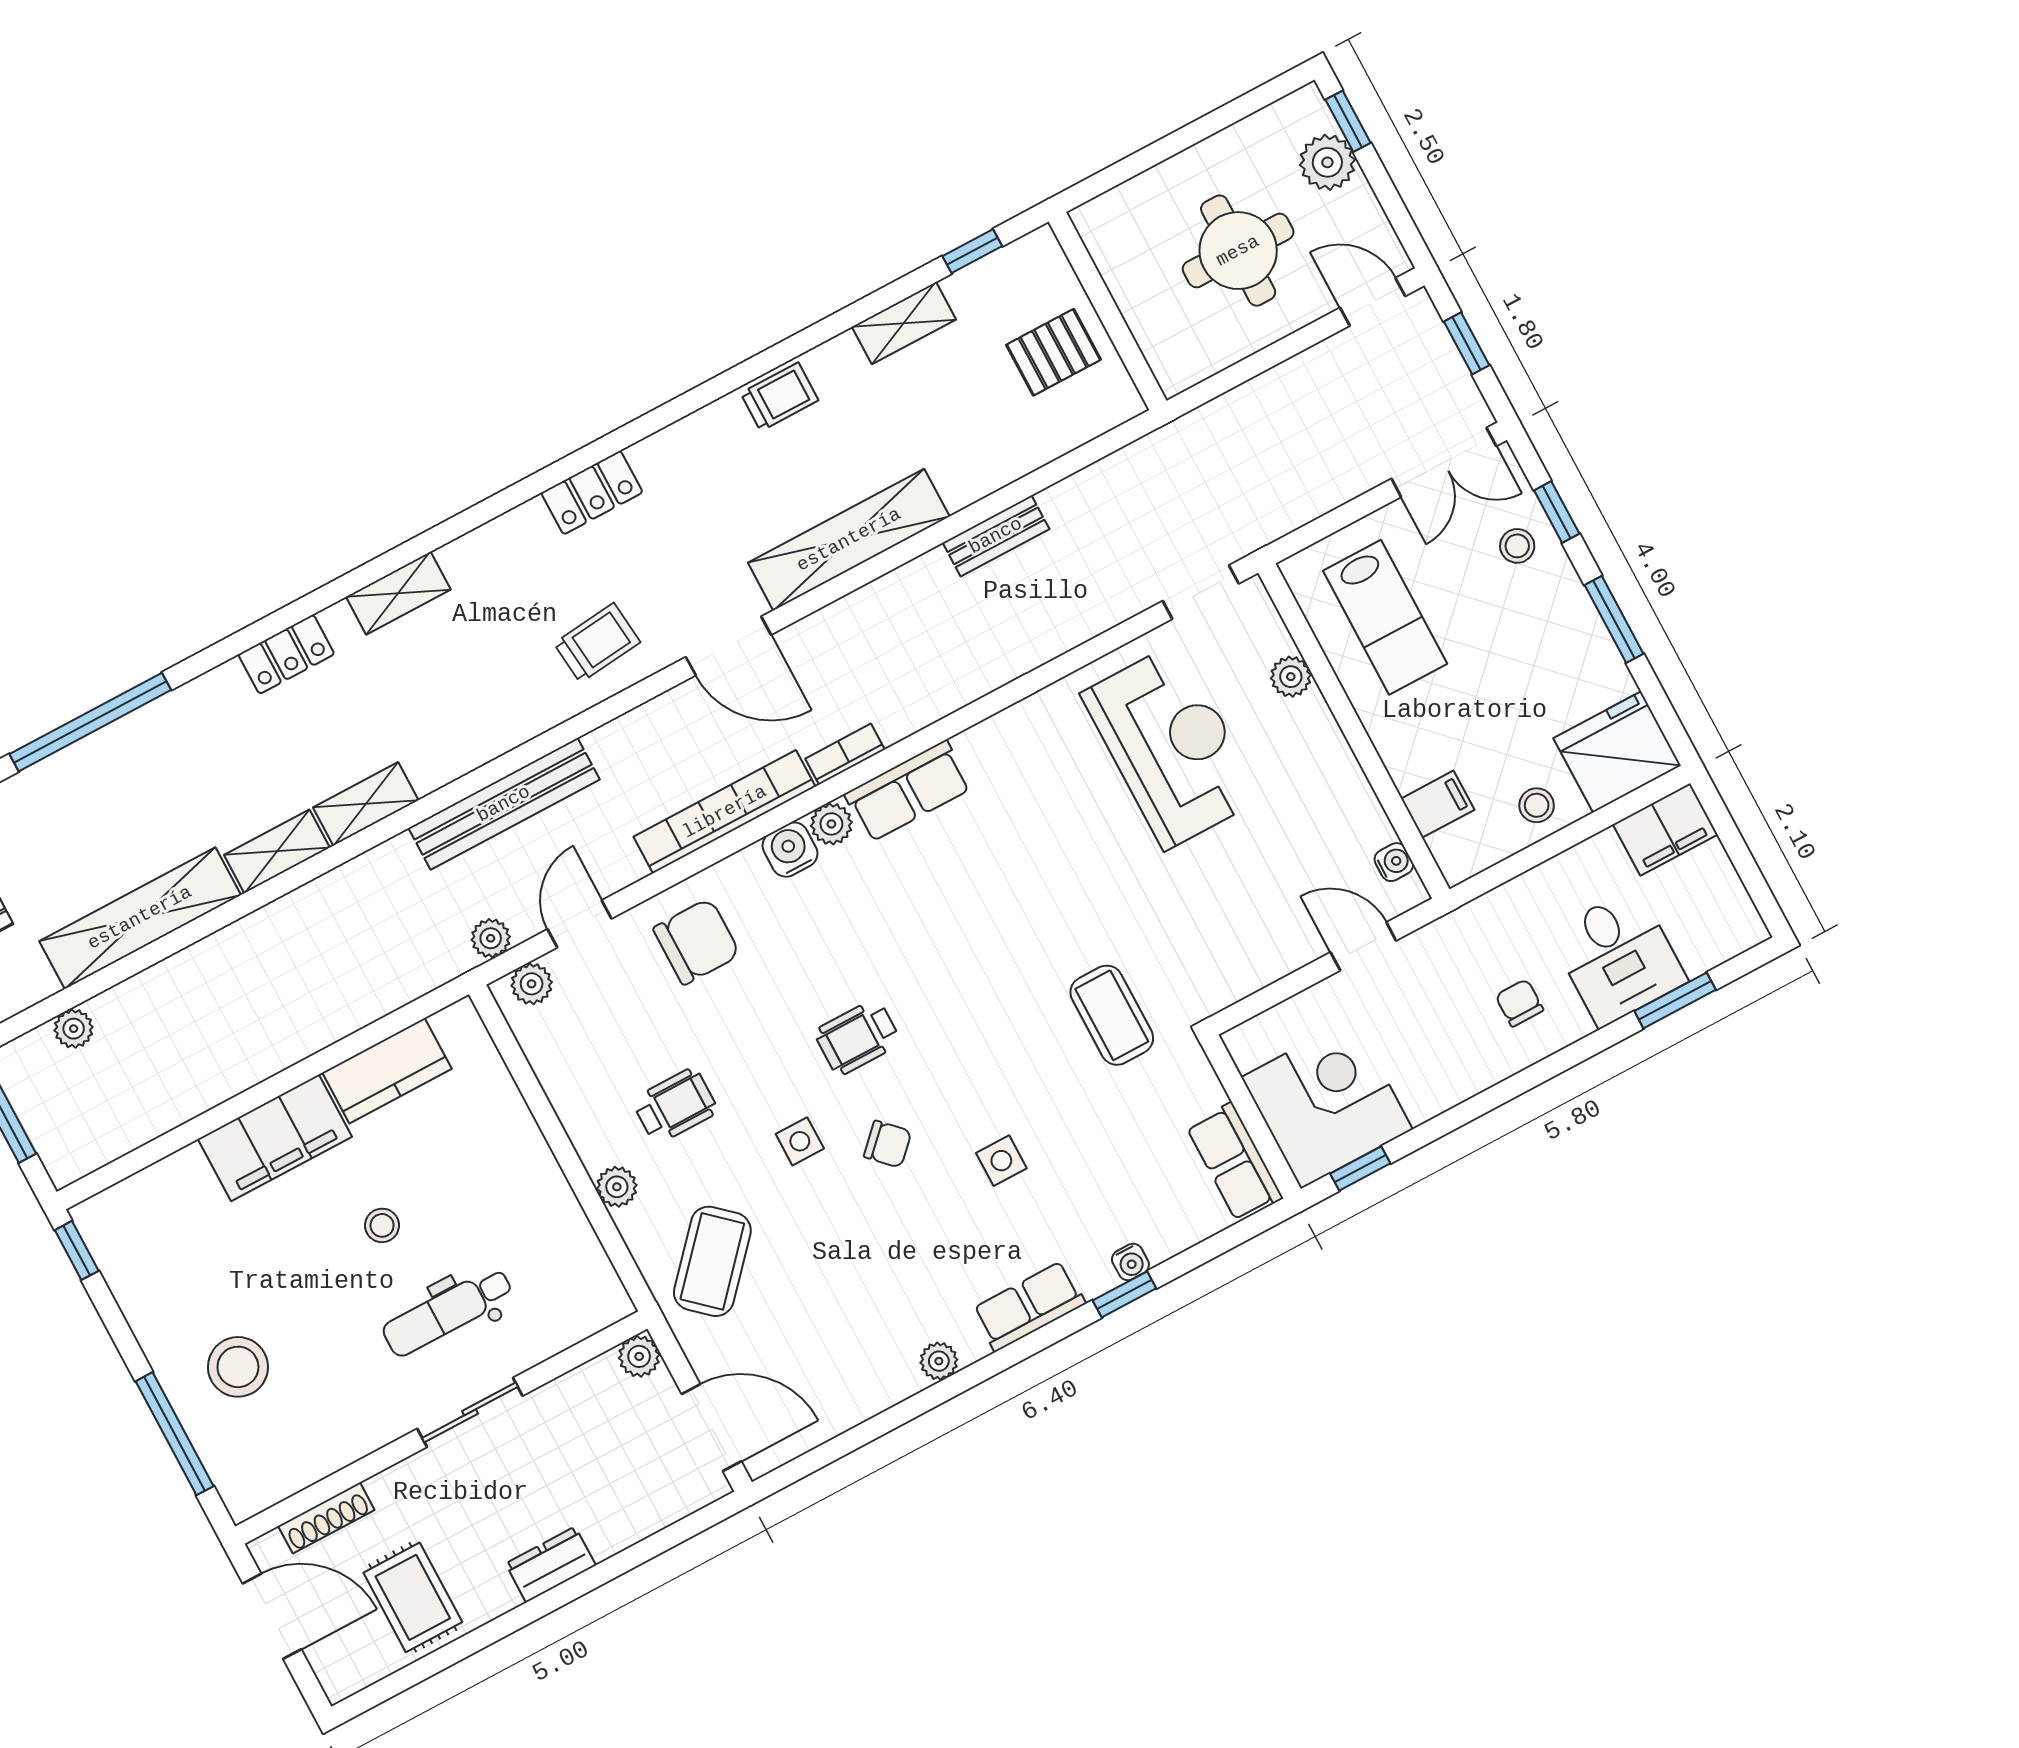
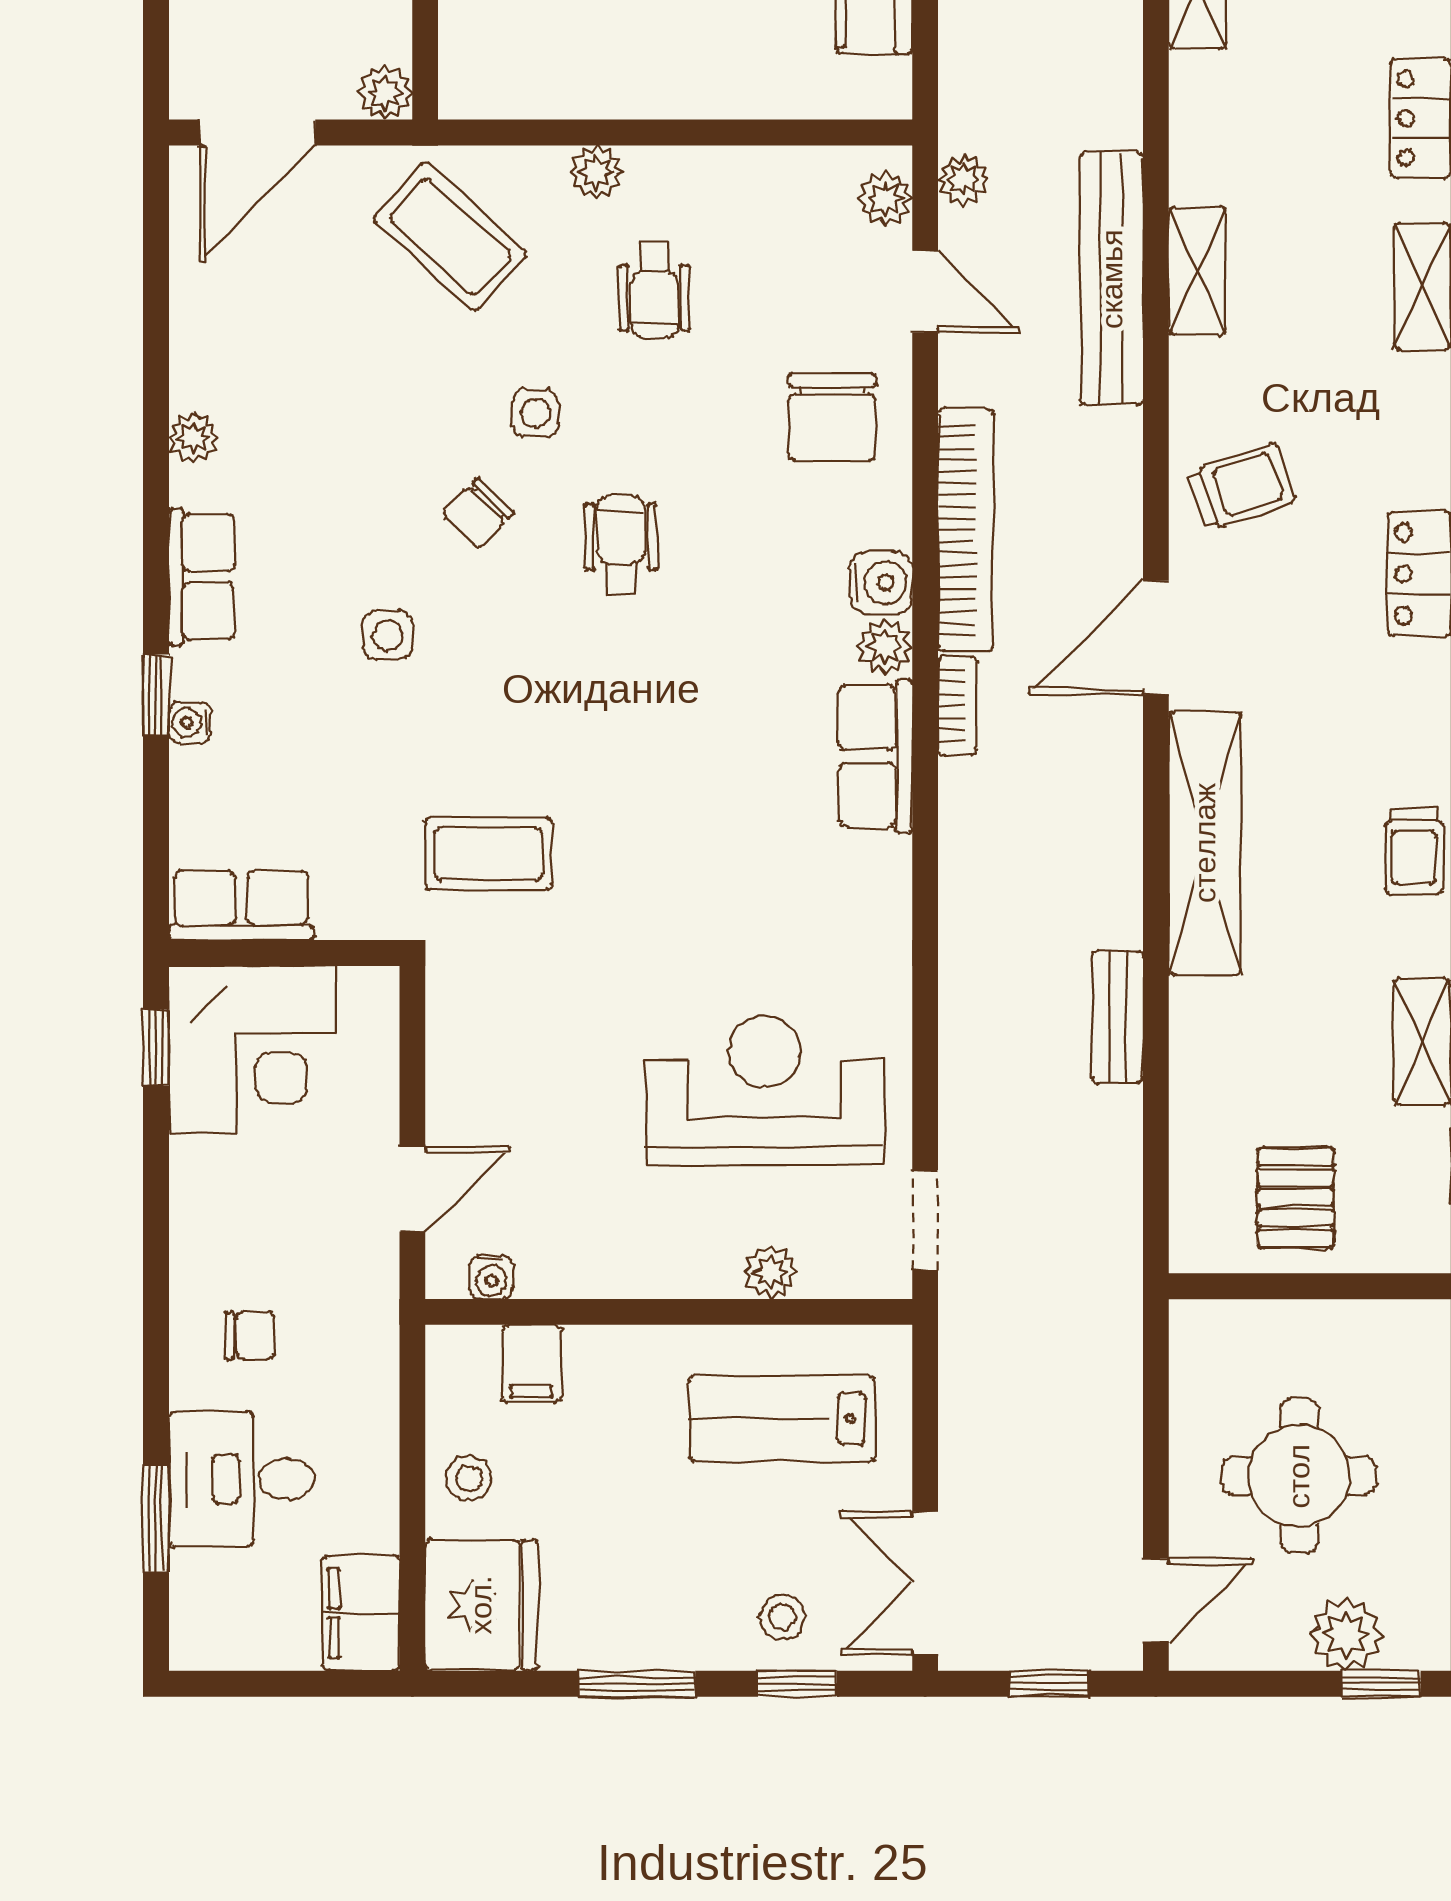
trolley: (597, 643) -> (1241, 487), turned -103
reception desk: (1171, 746) -> (764, 1090), turned 180
shelving: (366, 804) -> (1197, 271), moved

